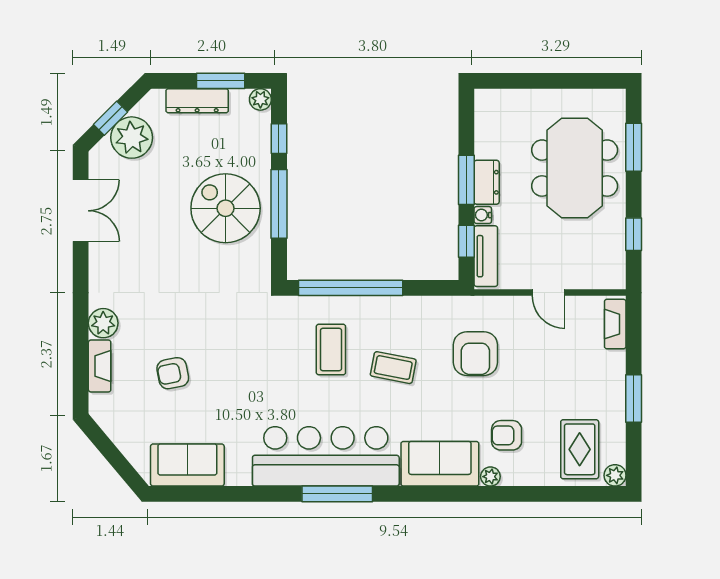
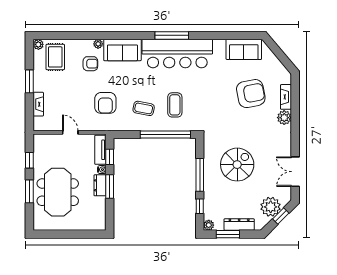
window: (634, 147) -> (29, 191), moved
spiral stairs: (226, 208) -> (237, 165), moved, turned -90
fireplace: (615, 324) -> (38, 104), moved
armchair: (475, 354) -> (105, 103), turned 180
coffee table: (393, 368) -> (144, 108), moved
armchair: (173, 373) -> (251, 94), width x1.88, depth x1.88

